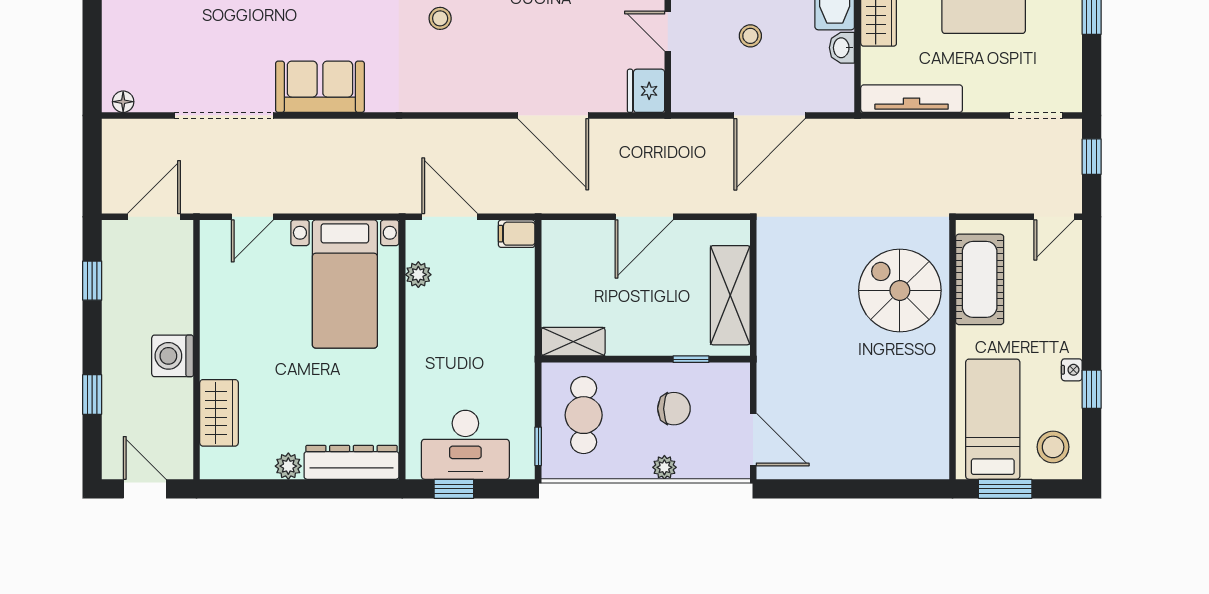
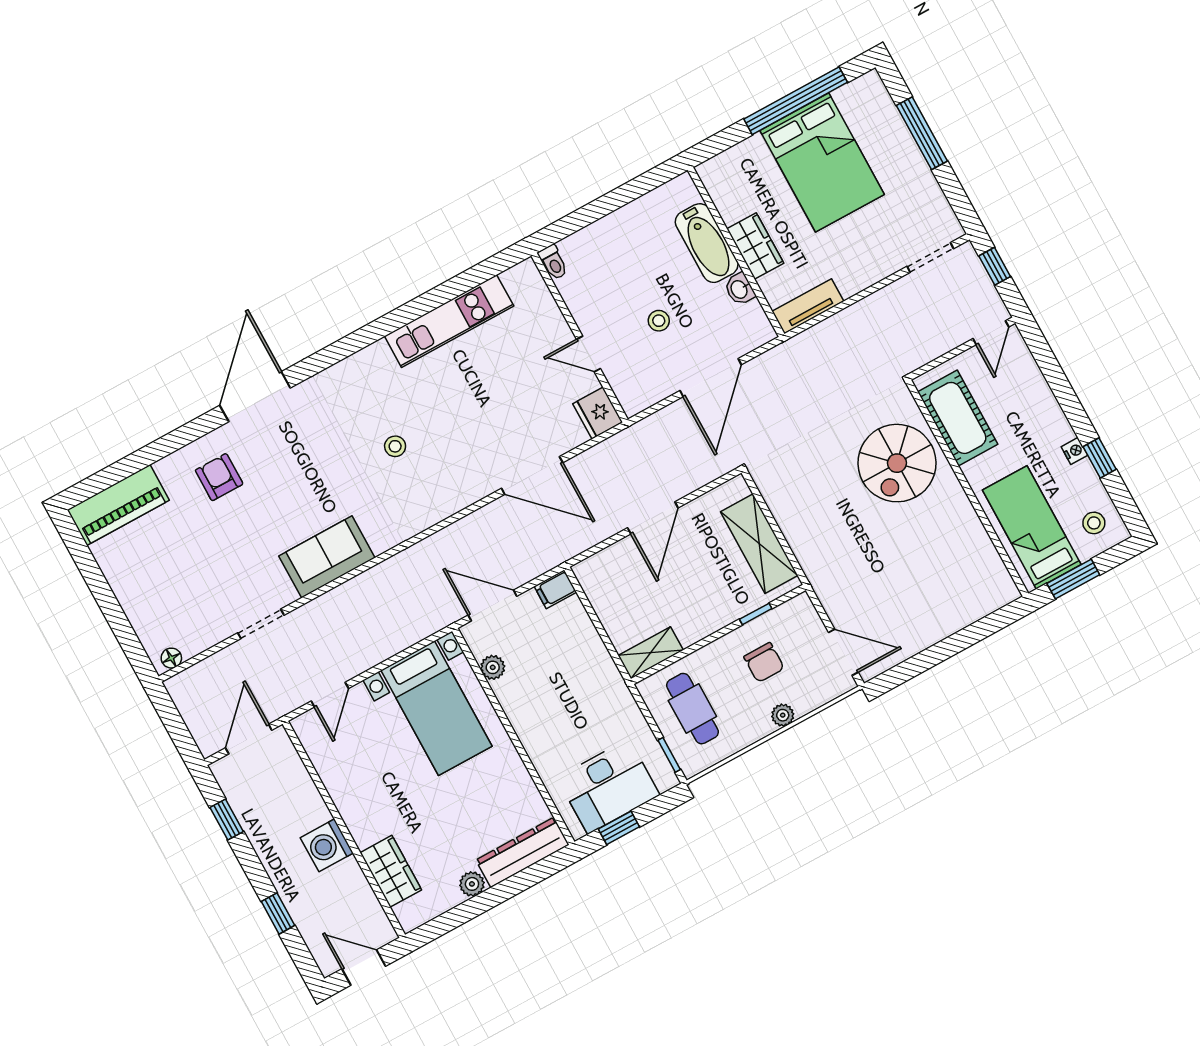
tv unit: (912, 99) -> (808, 306), width x0.71
doorway: (224, 116) -> (261, 624), width x0.53
spiral stairs: (900, 290) -> (897, 463), turned -90
chair: (674, 409) -> (764, 663), turned 90
stool: (1053, 447) -> (1094, 523), width x0.73, depth x0.73

